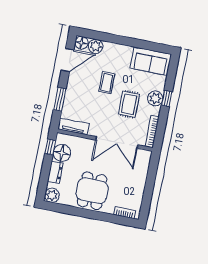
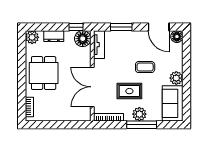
plant: (96, 46) -> (176, 78), moved
window: (167, 98) -> (142, 125), width x2.17
floor lamp: (62, 153) -> (83, 39), moved
dining table: (92, 191) -> (44, 73), turned 90

